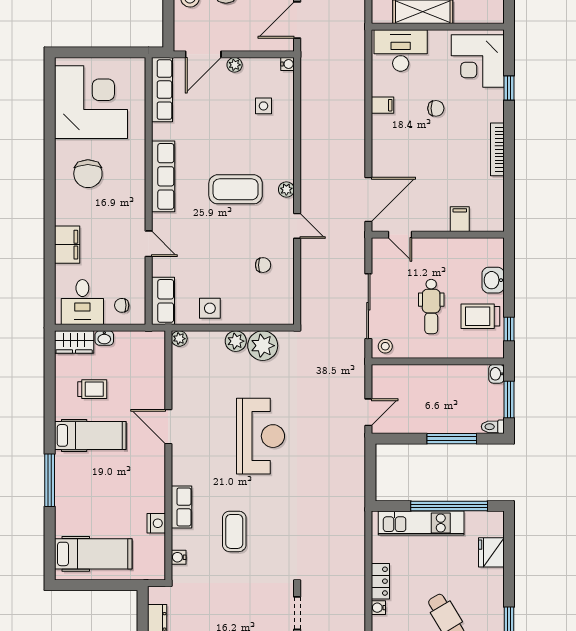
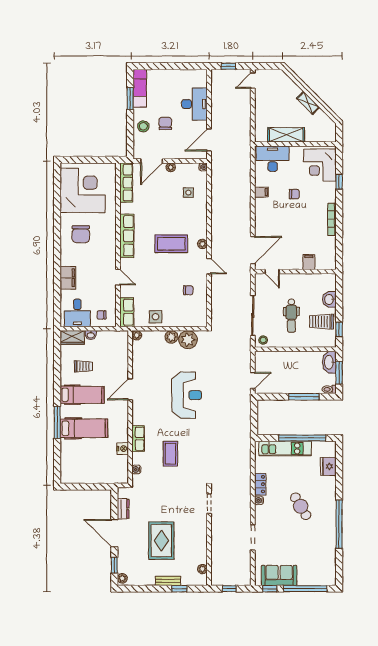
washbasin: (496, 374) -> (329, 362), width x1.91, depth x1.45
door: (168, 427) -> (130, 389), hinge flipped
hospital bed: (93, 554) -> (84, 428), moved

